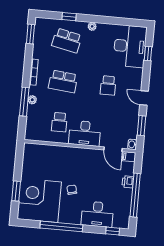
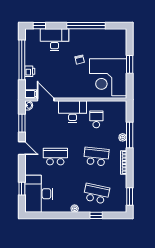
school desk: (108, 85) -> (55, 157), width x1.85
window: (16, 191) -> (130, 64), moved
corner desk: (39, 200) -> (108, 77), moved, turned 90

